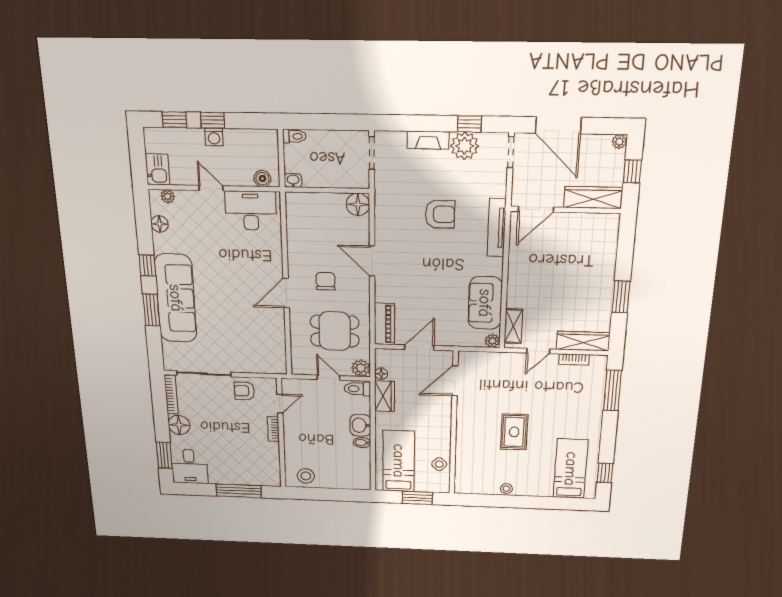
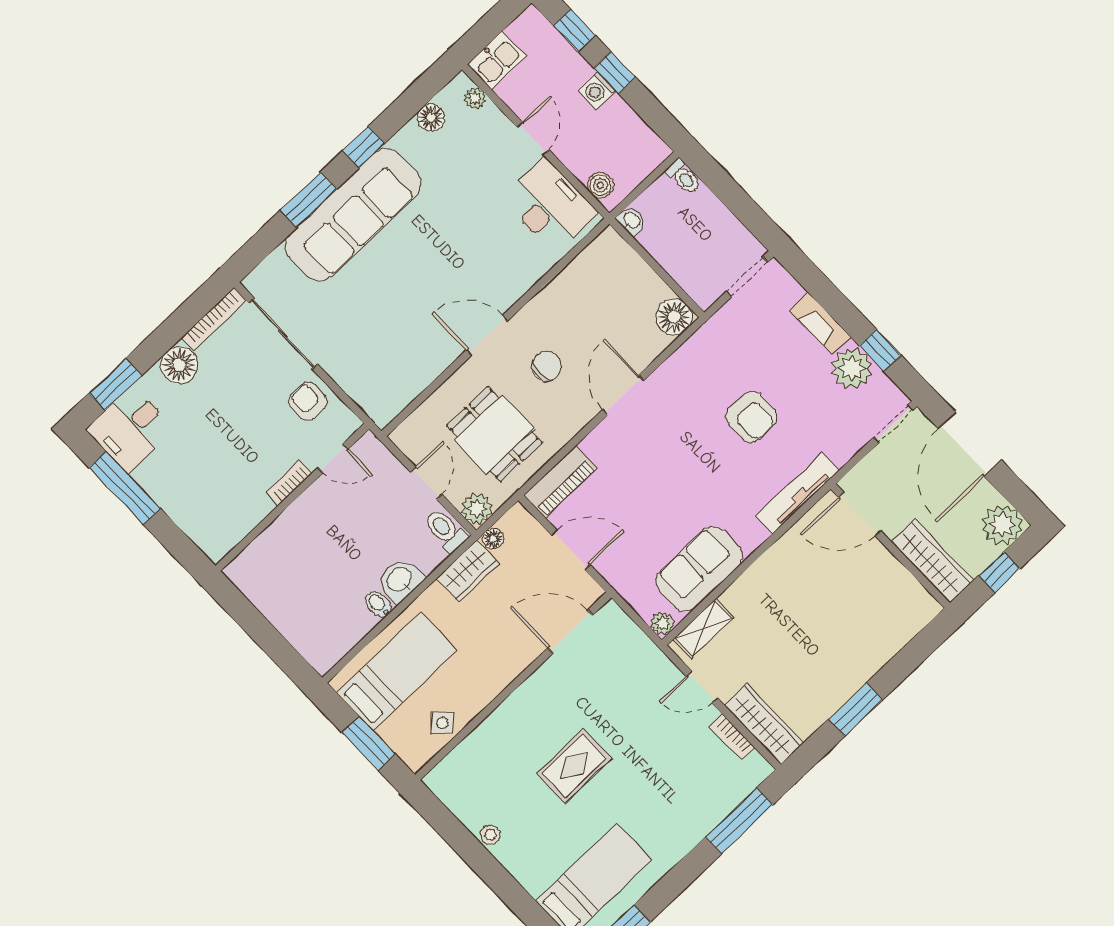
plant: (619, 142) -> (1002, 525), width x1.88, depth x1.88
stool: (306, 476) -> (262, 581), removed
window: (239, 491) -> (125, 488), moved

